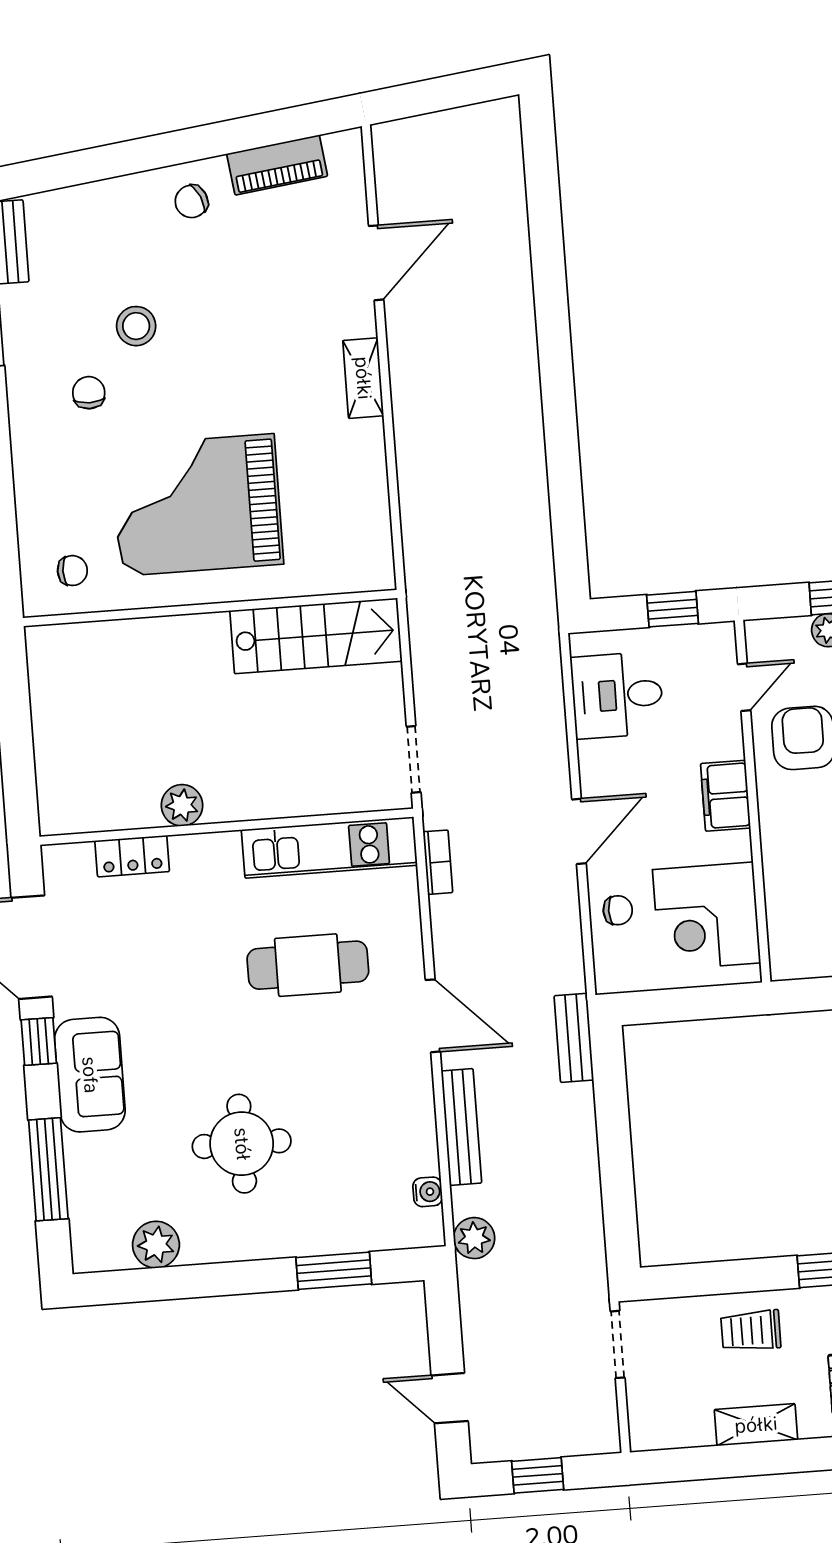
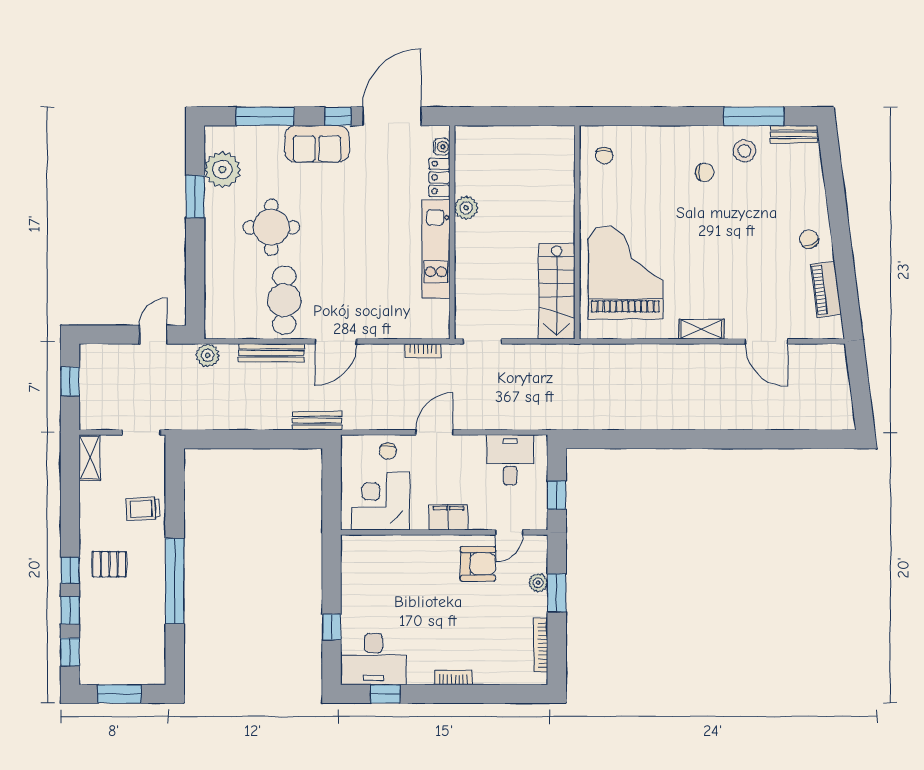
stool: (136, 326) -> (744, 151), moved
grand piano: (197, 505) -> (625, 273), moved
door: (744, 687) -> (509, 532), hinge flipped
door: (579, 831) -> (434, 432), swing flipped
kitchen unit: (329, 847) -> (436, 249), moved
cafe table: (308, 965) -> (284, 300), moved
water cooler: (428, 1192) -> (442, 147), moved, turned -90
plant: (156, 1245) -> (222, 169), width x1.36, depth x1.36
window: (334, 1271) -> (195, 197), moved
trolley: (751, 1331) -> (143, 509), turned -93
door: (450, 1398) -> (153, 335), moved
shelving: (756, 1425) -> (90, 458), moved

